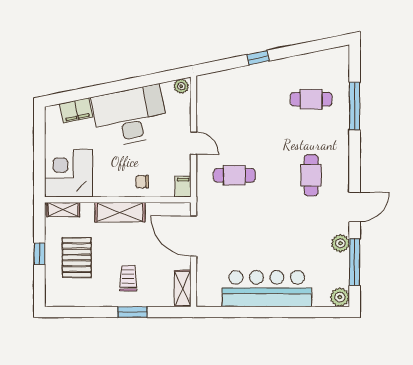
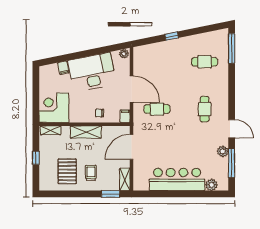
window: (355, 106) -> (232, 48), moved
filing cabinet: (76, 110) -> (63, 68), width x0.50
door: (193, 143) -> (132, 89), width x1.88
door: (355, 207) -> (232, 129), hinge flipped
door: (193, 236) -> (132, 147), hinge flipped
pallet: (77, 258) -> (67, 171), moved
plant: (340, 297) -> (212, 185), moved
window: (132, 312) -> (110, 194), moved

